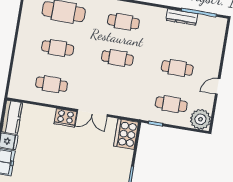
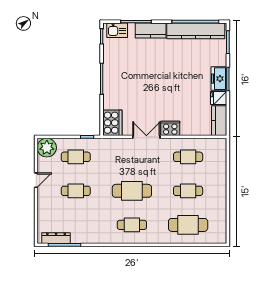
dresser: (182, 17) -> (56, 238), moved
cafe table: (117, 58) -> (132, 191), width x1.37, depth x1.35

